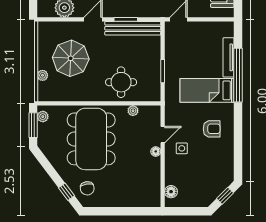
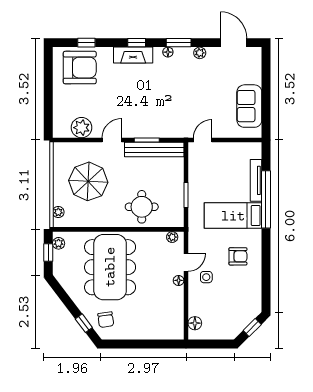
plant: (43, 75) -> (58, 212), moved
plant: (133, 111) -> (172, 237), moved
window: (33, 125) -> (48, 252), width x0.67

